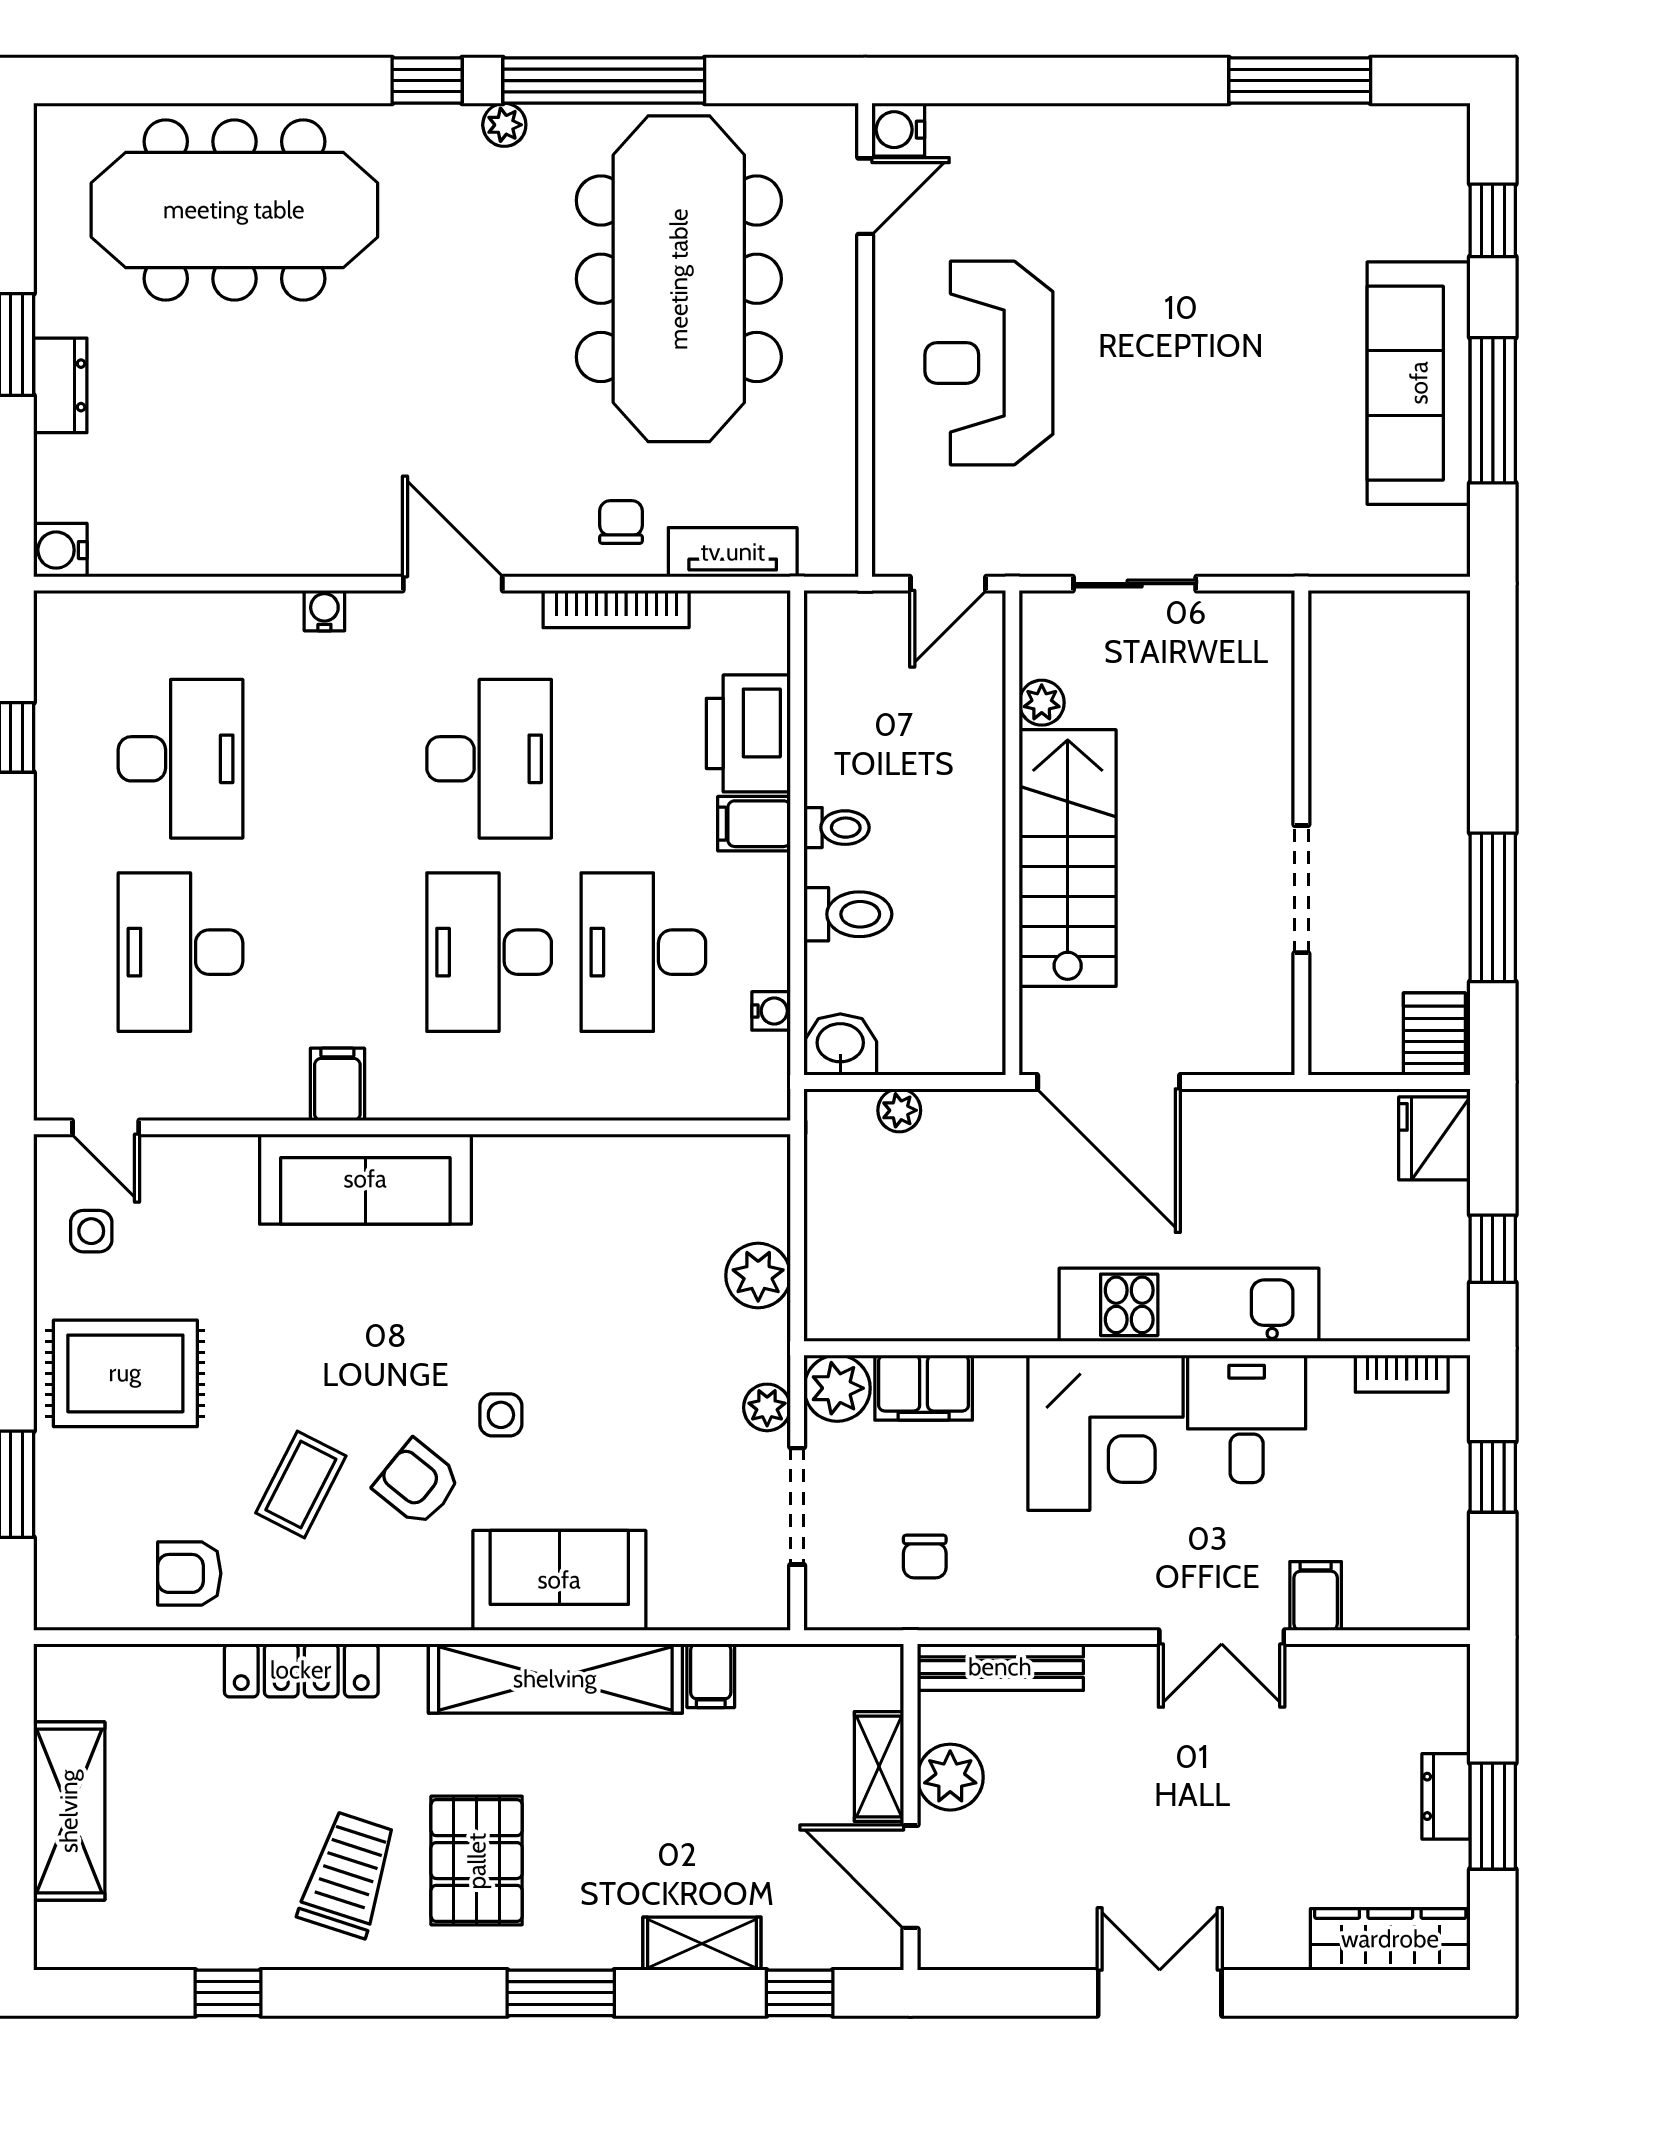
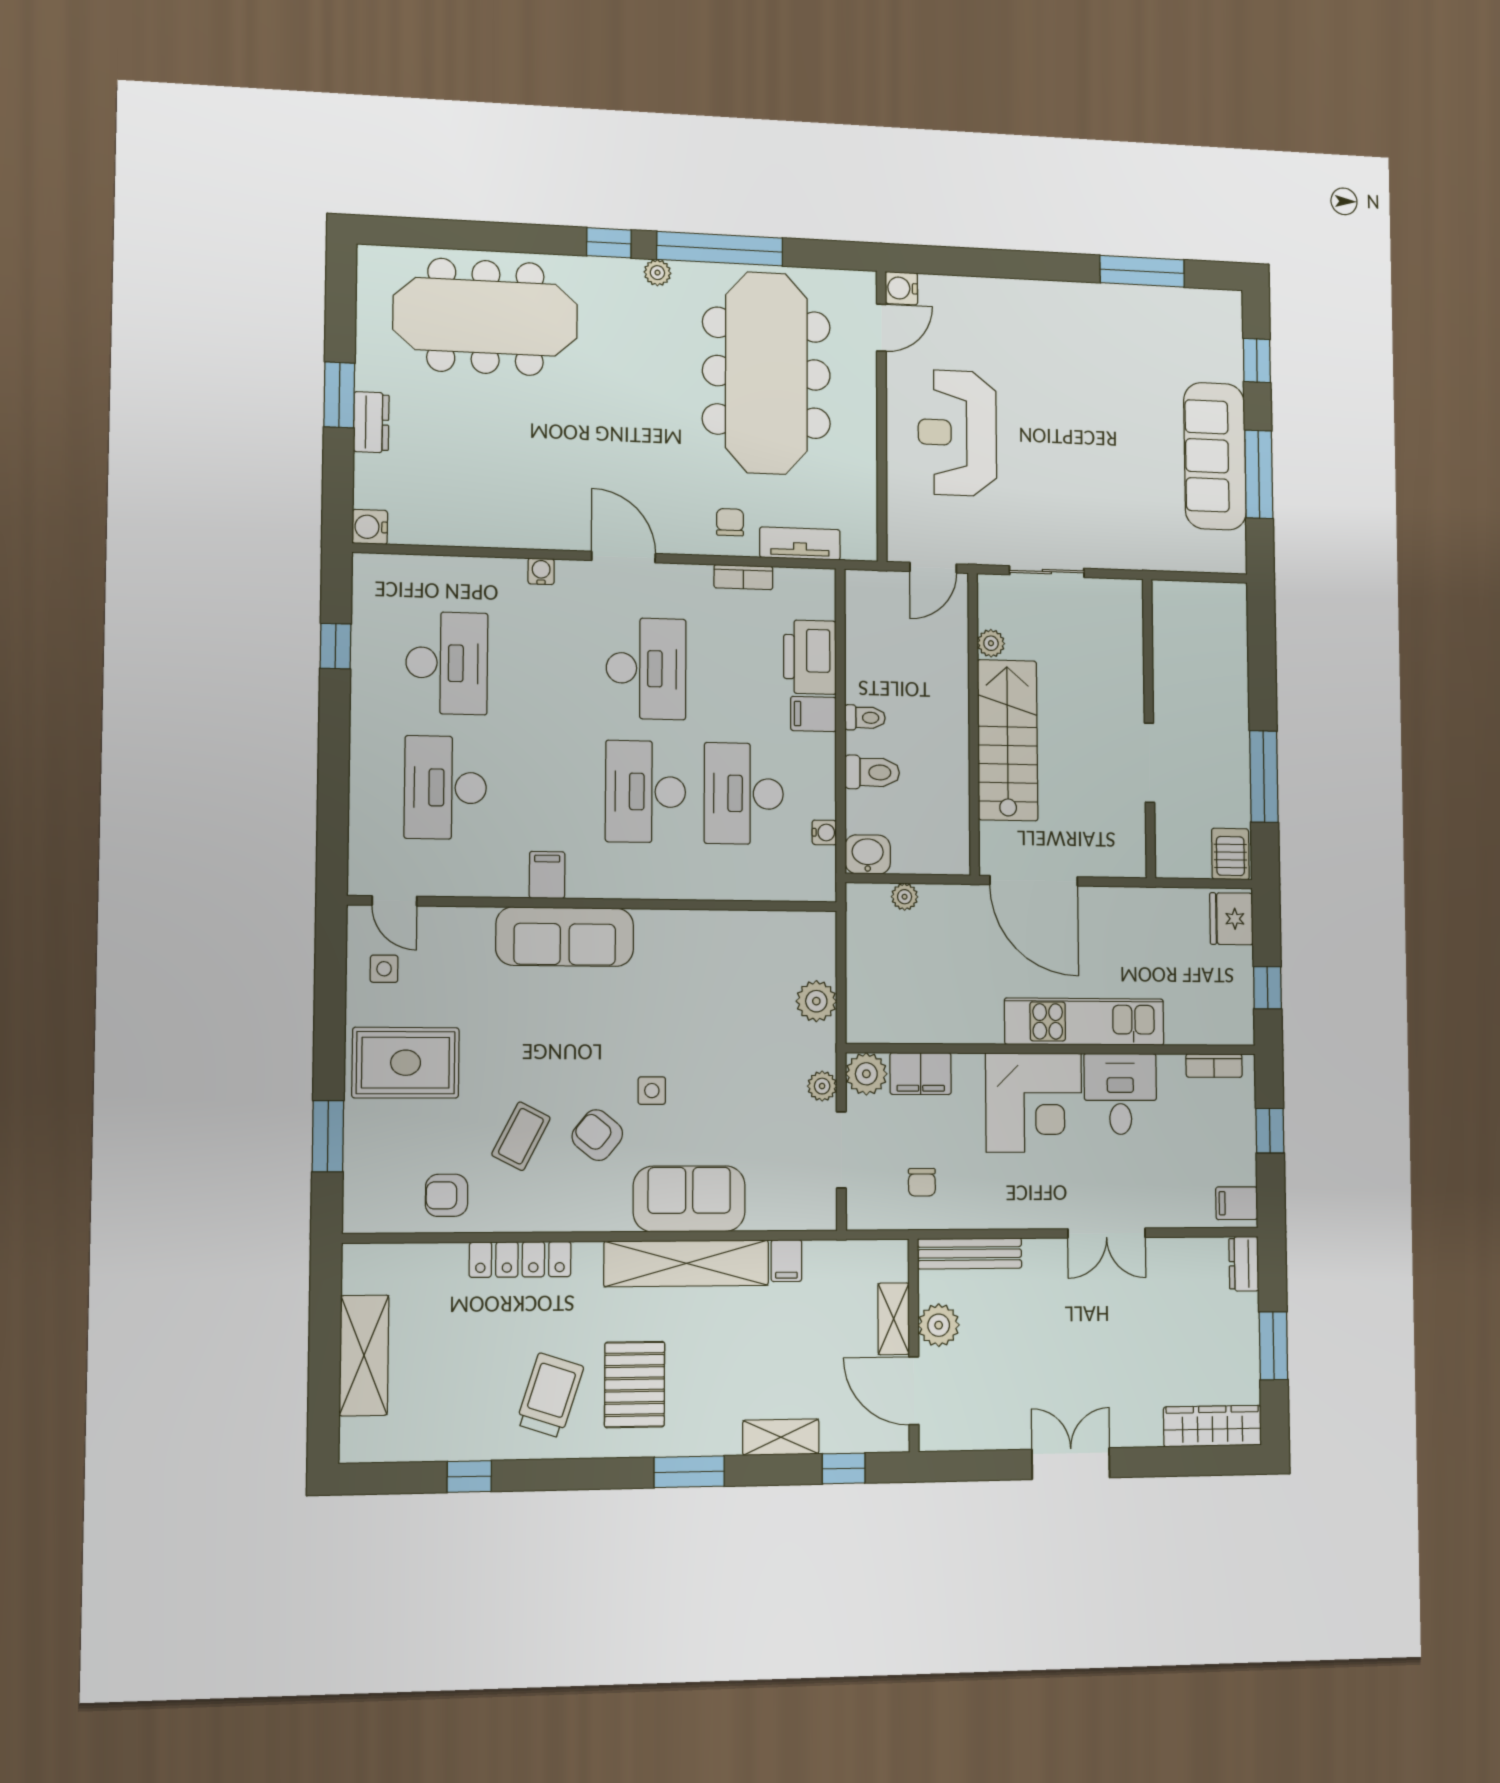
bookcase: (616, 609) -> (743, 577), width x0.64
filing cabinet: (1316, 1596) -> (1237, 1203), moved, turned -90
dresser: (1446, 1796) -> (1244, 1264), moved

